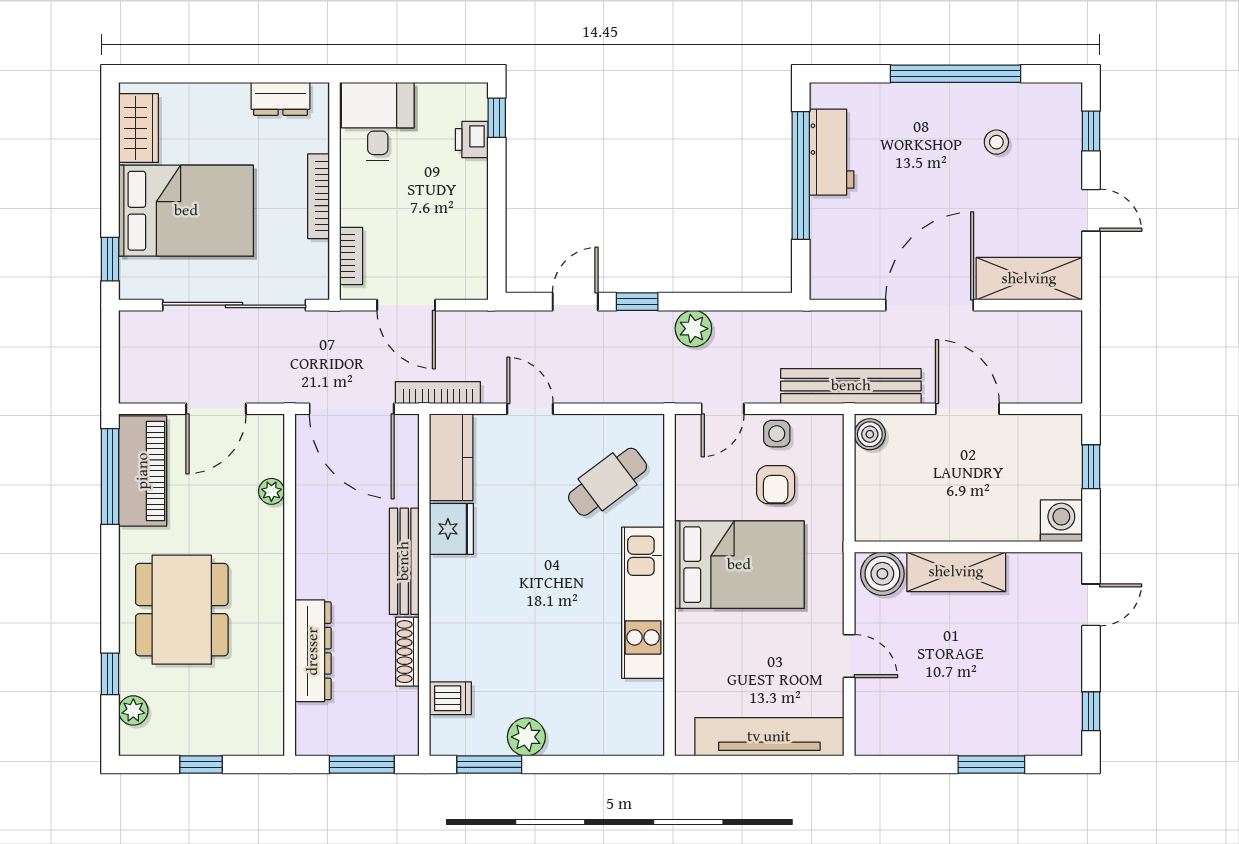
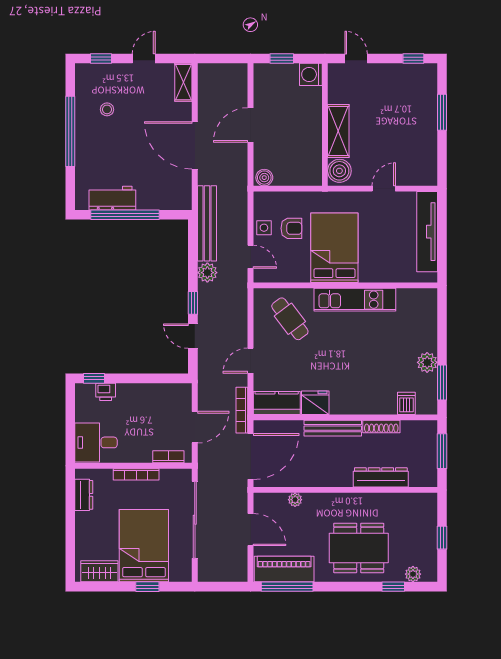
window: (110, 259) -> (147, 587), moved
shelving: (1029, 279) -> (183, 82), width x0.67, depth x0.75
bench: (851, 386) -> (207, 223), moved

